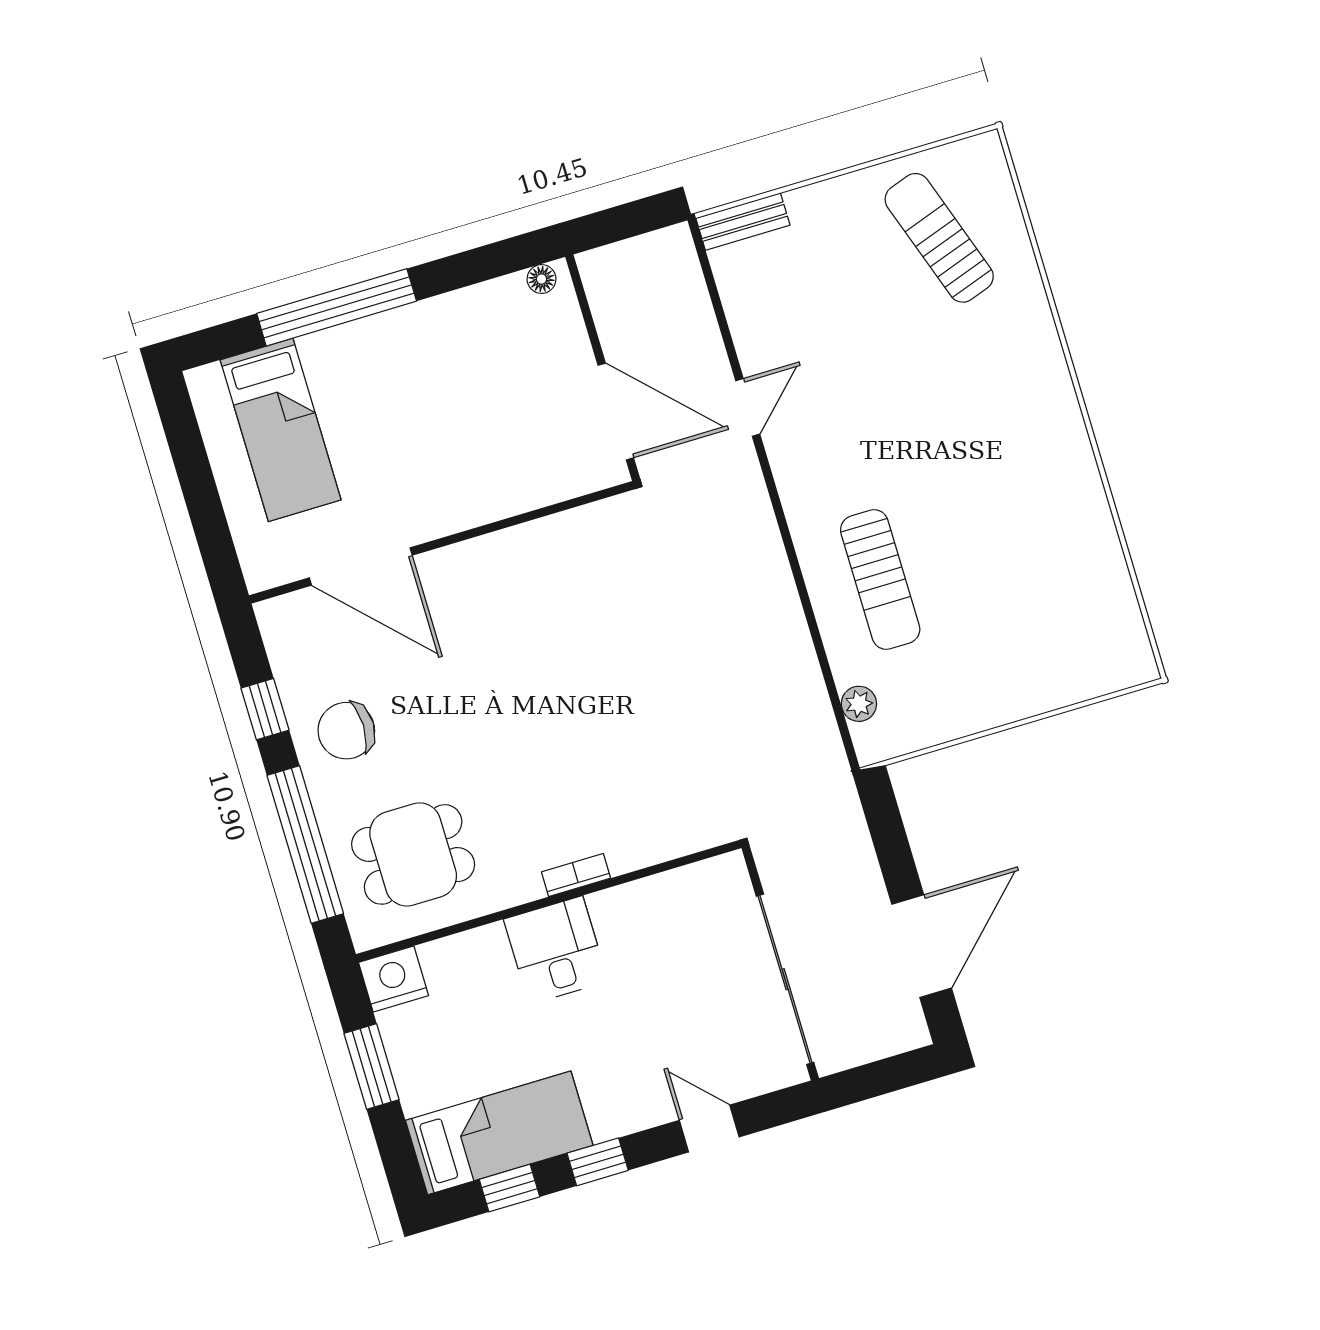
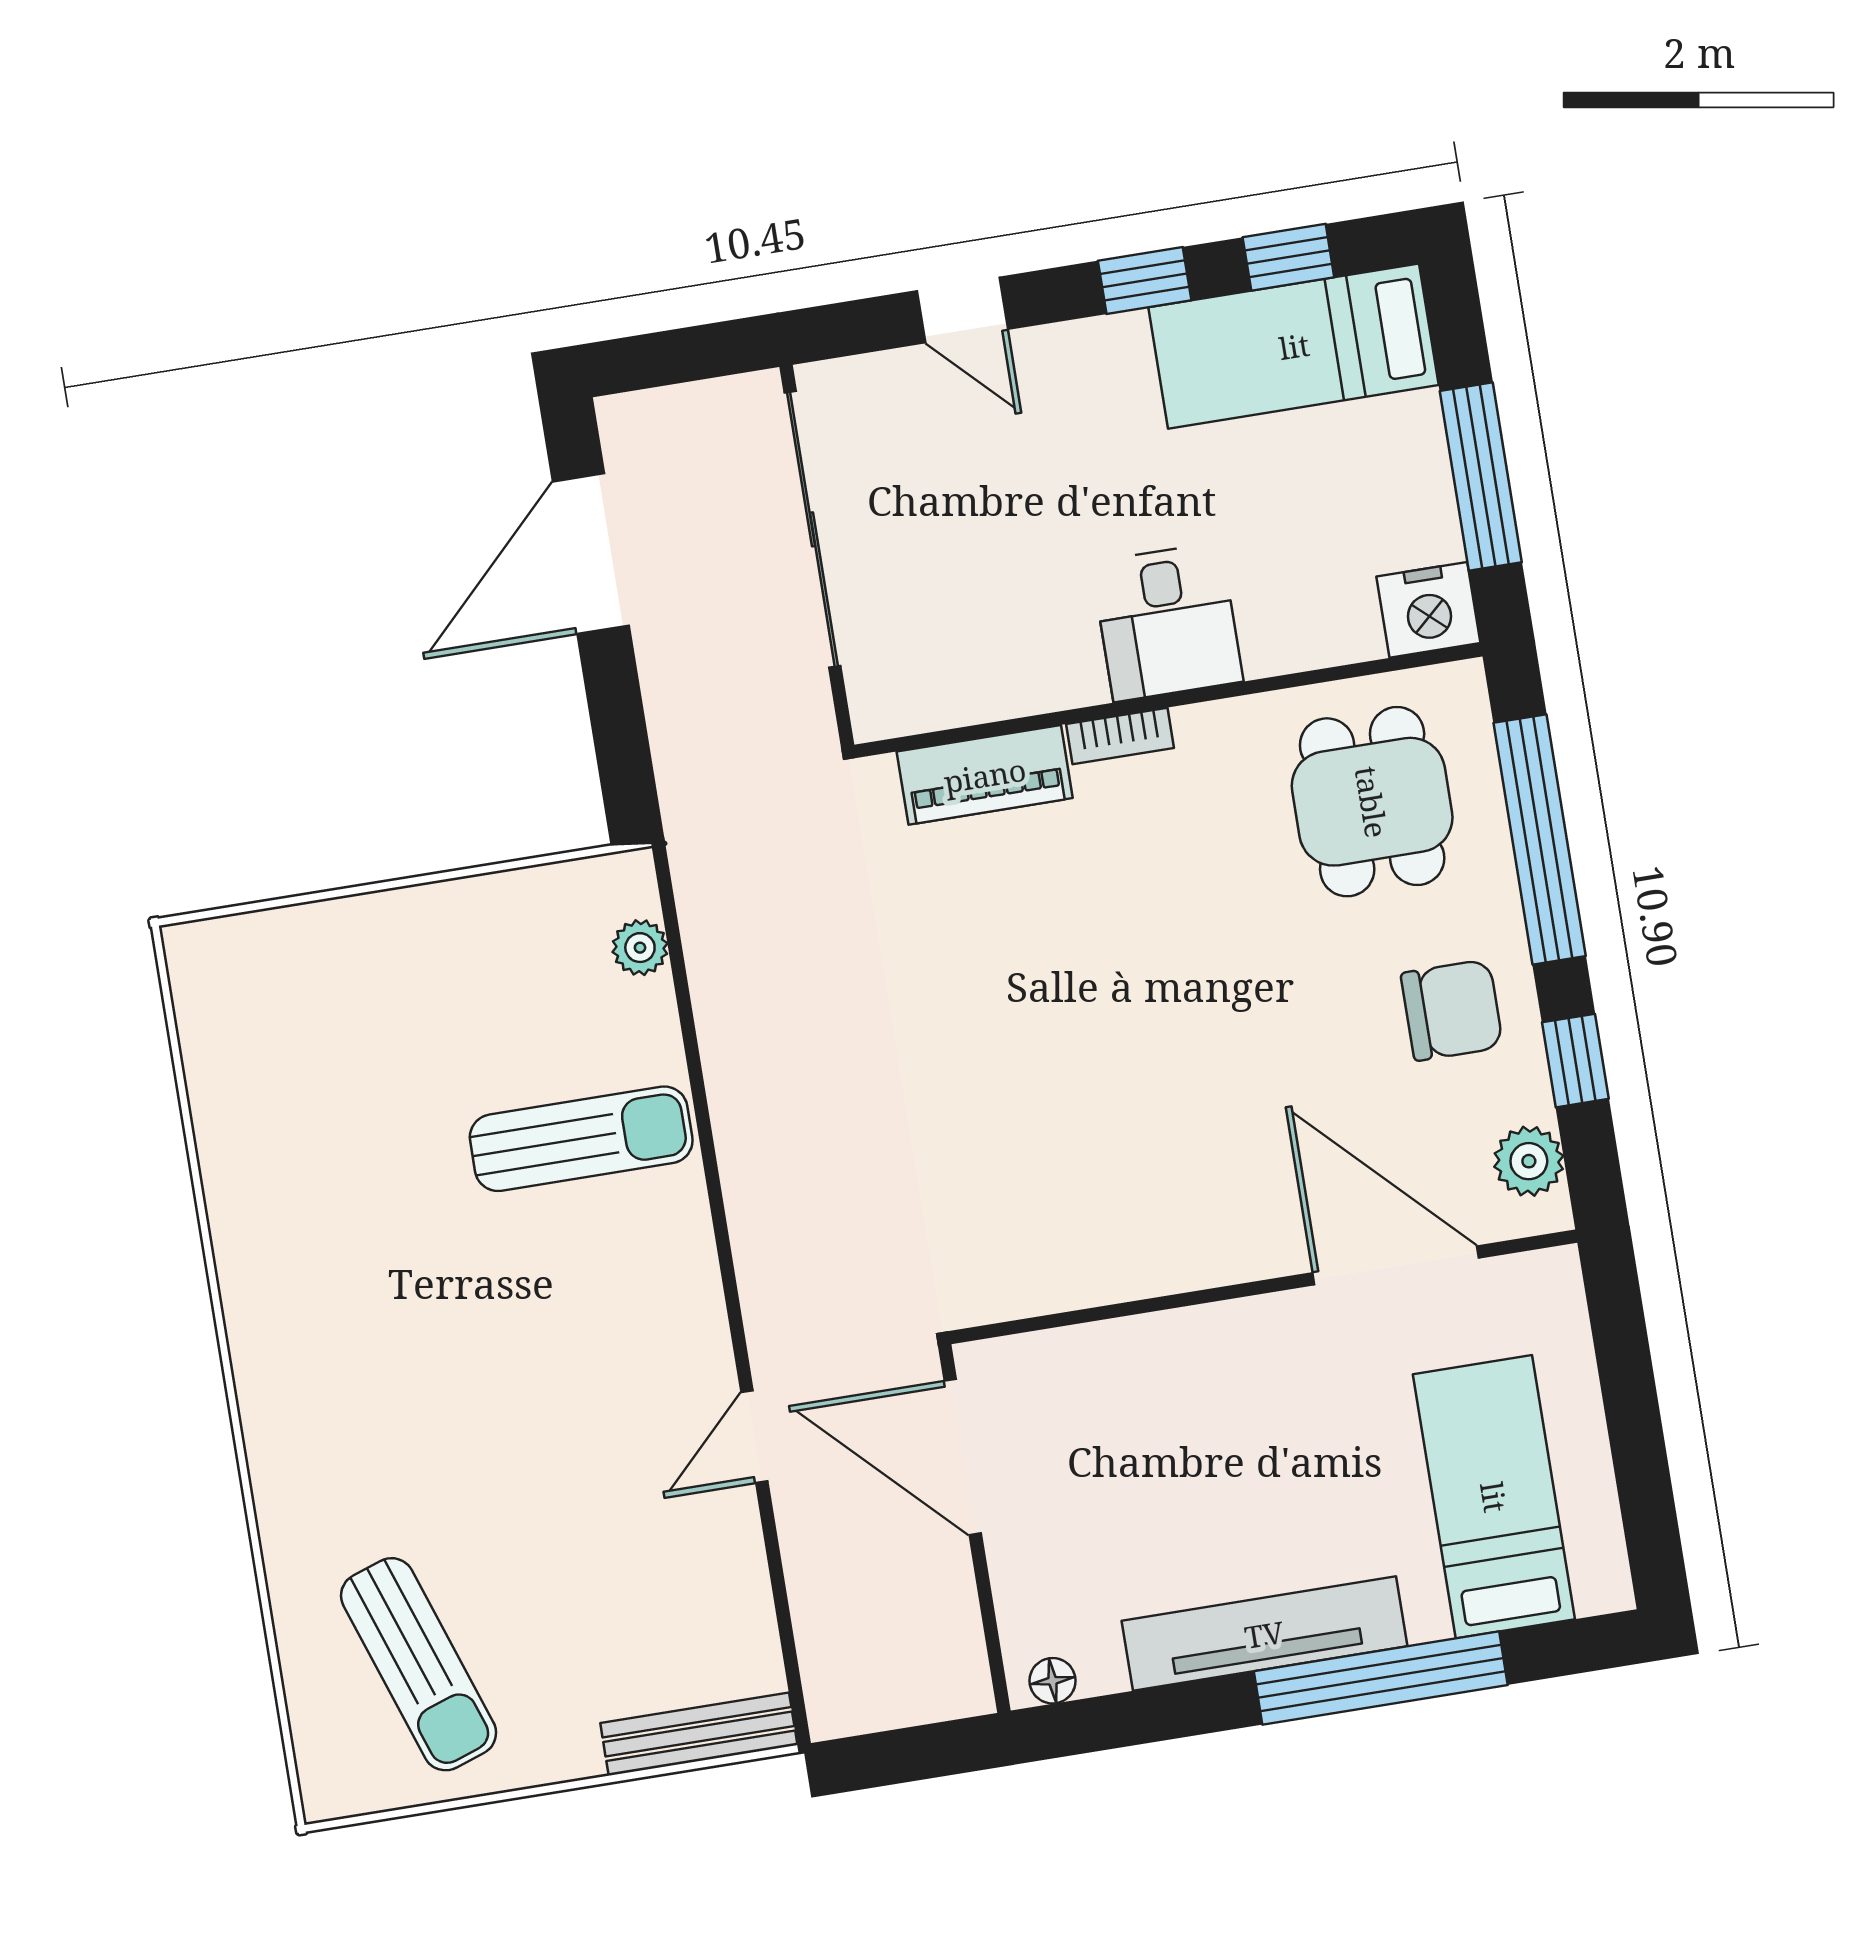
bench: (743, 222) -> (699, 1734), width x1.36
tv unit: (413, 326) -> (1264, 1634), added
sun lounger: (880, 580) -> (581, 1139), turned 90
plant: (286, 642) -> (1529, 1161), added
piano: (657, 840) -> (985, 775), added
dining table: (413, 854) -> (1372, 802), turned 90
window: (372, 1067) -> (1481, 477), width x1.44

